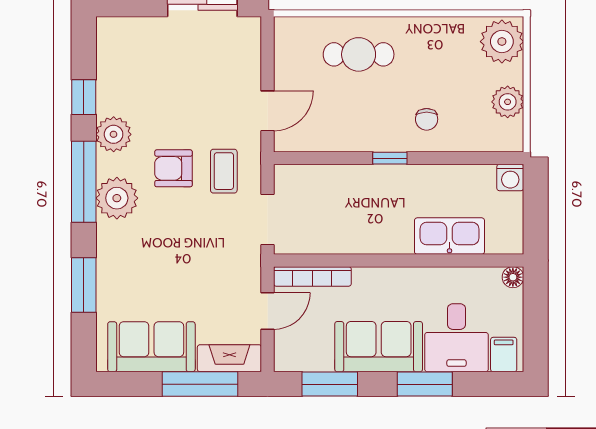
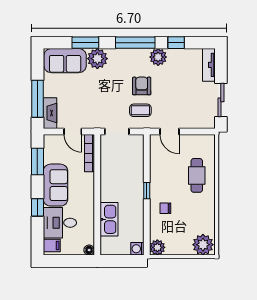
tv unit: (130, 29) -> (209, 65), added
plant: (508, 102) -> (157, 247), moved
plant: (117, 198) -> (97, 59), moved
sofa: (151, 347) -> (65, 61), moved, turned 90
window: (425, 384) -> (37, 207), width x0.67

